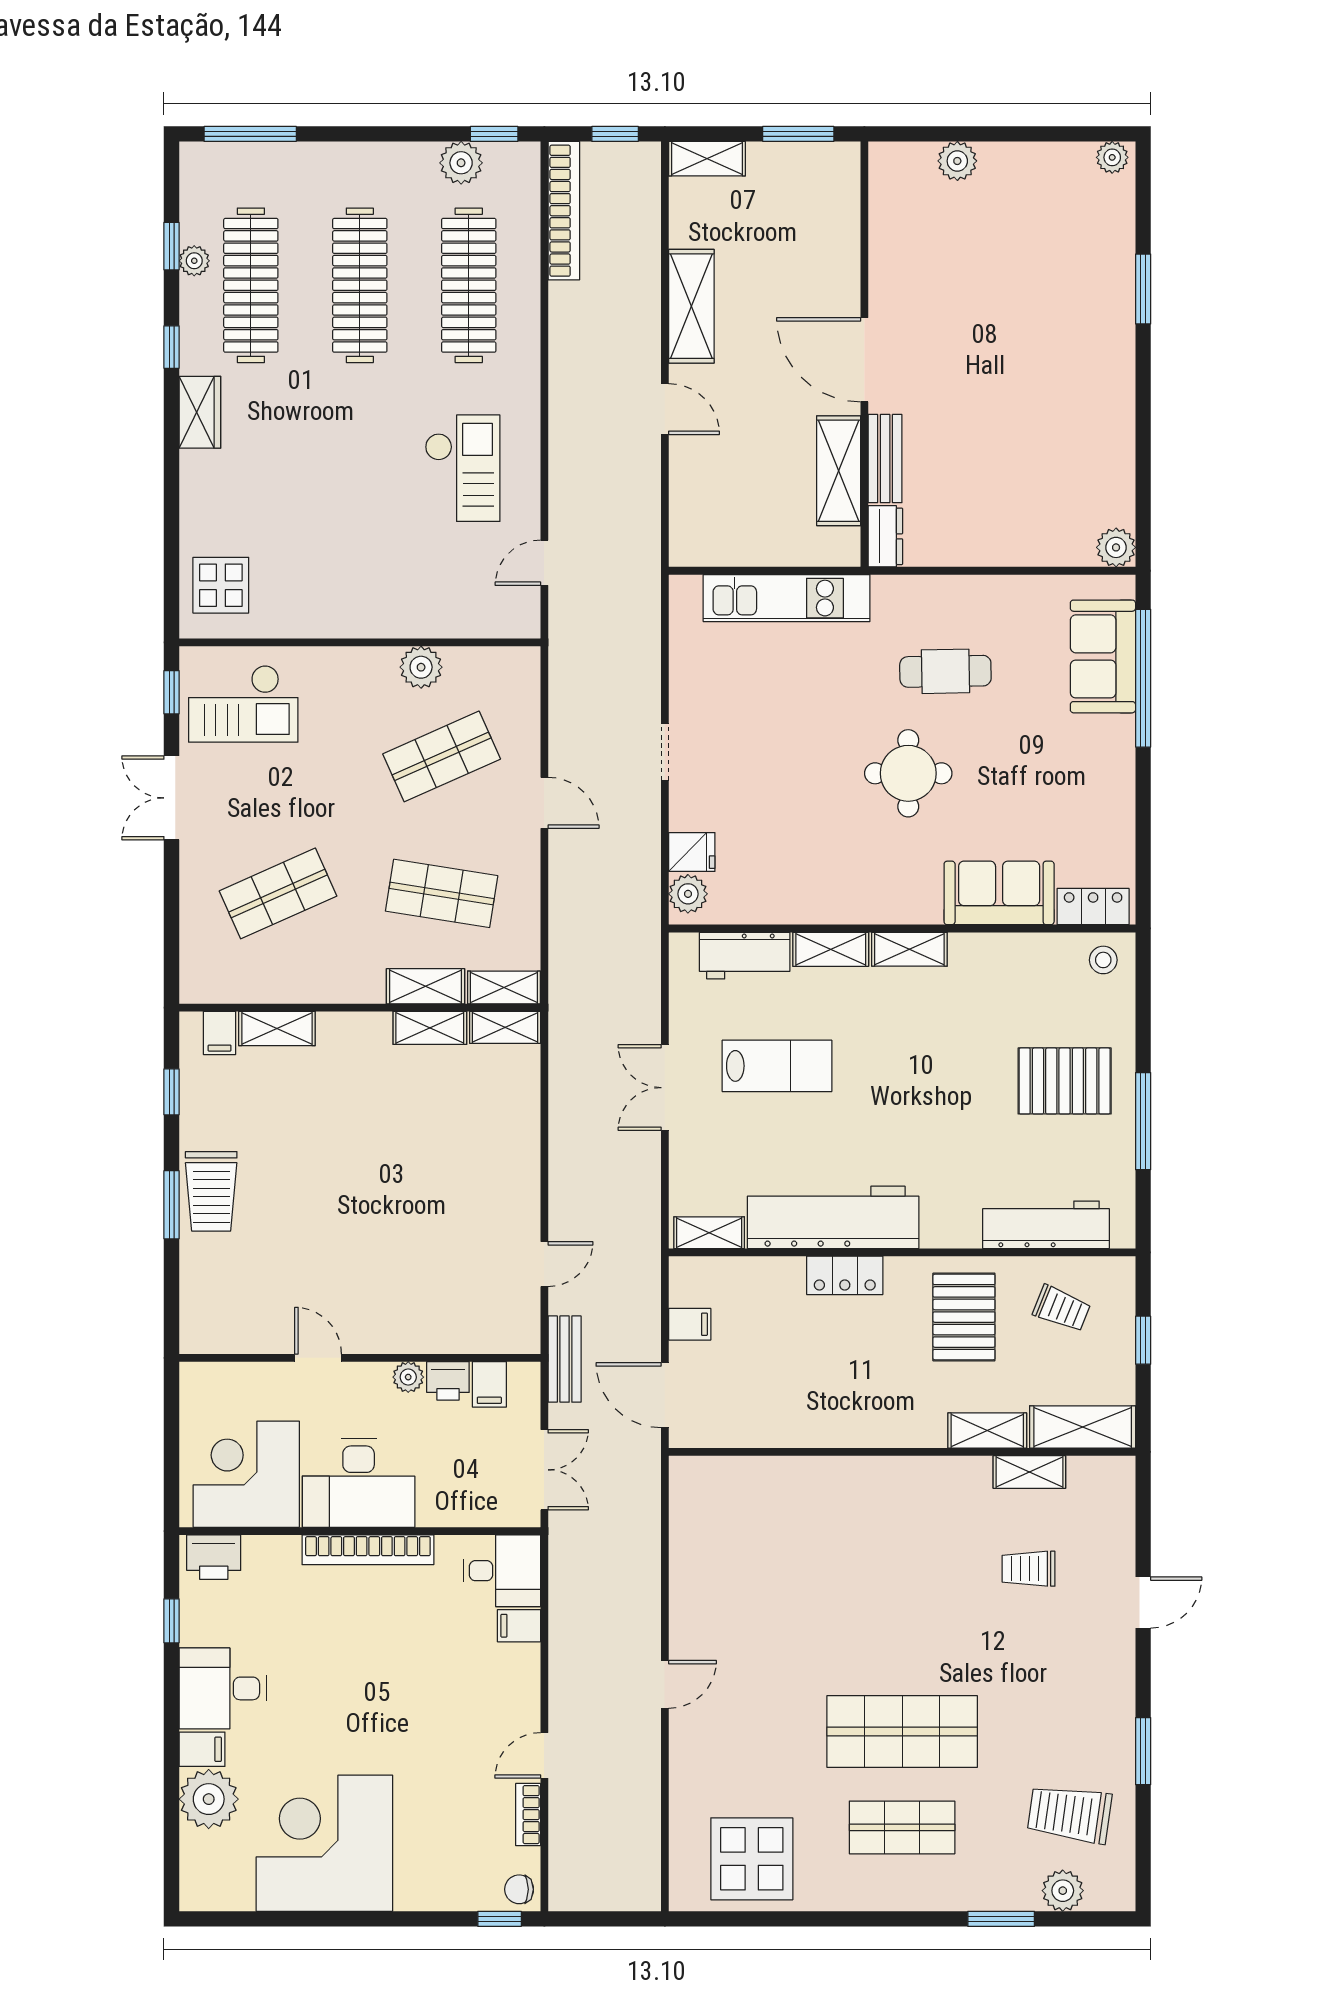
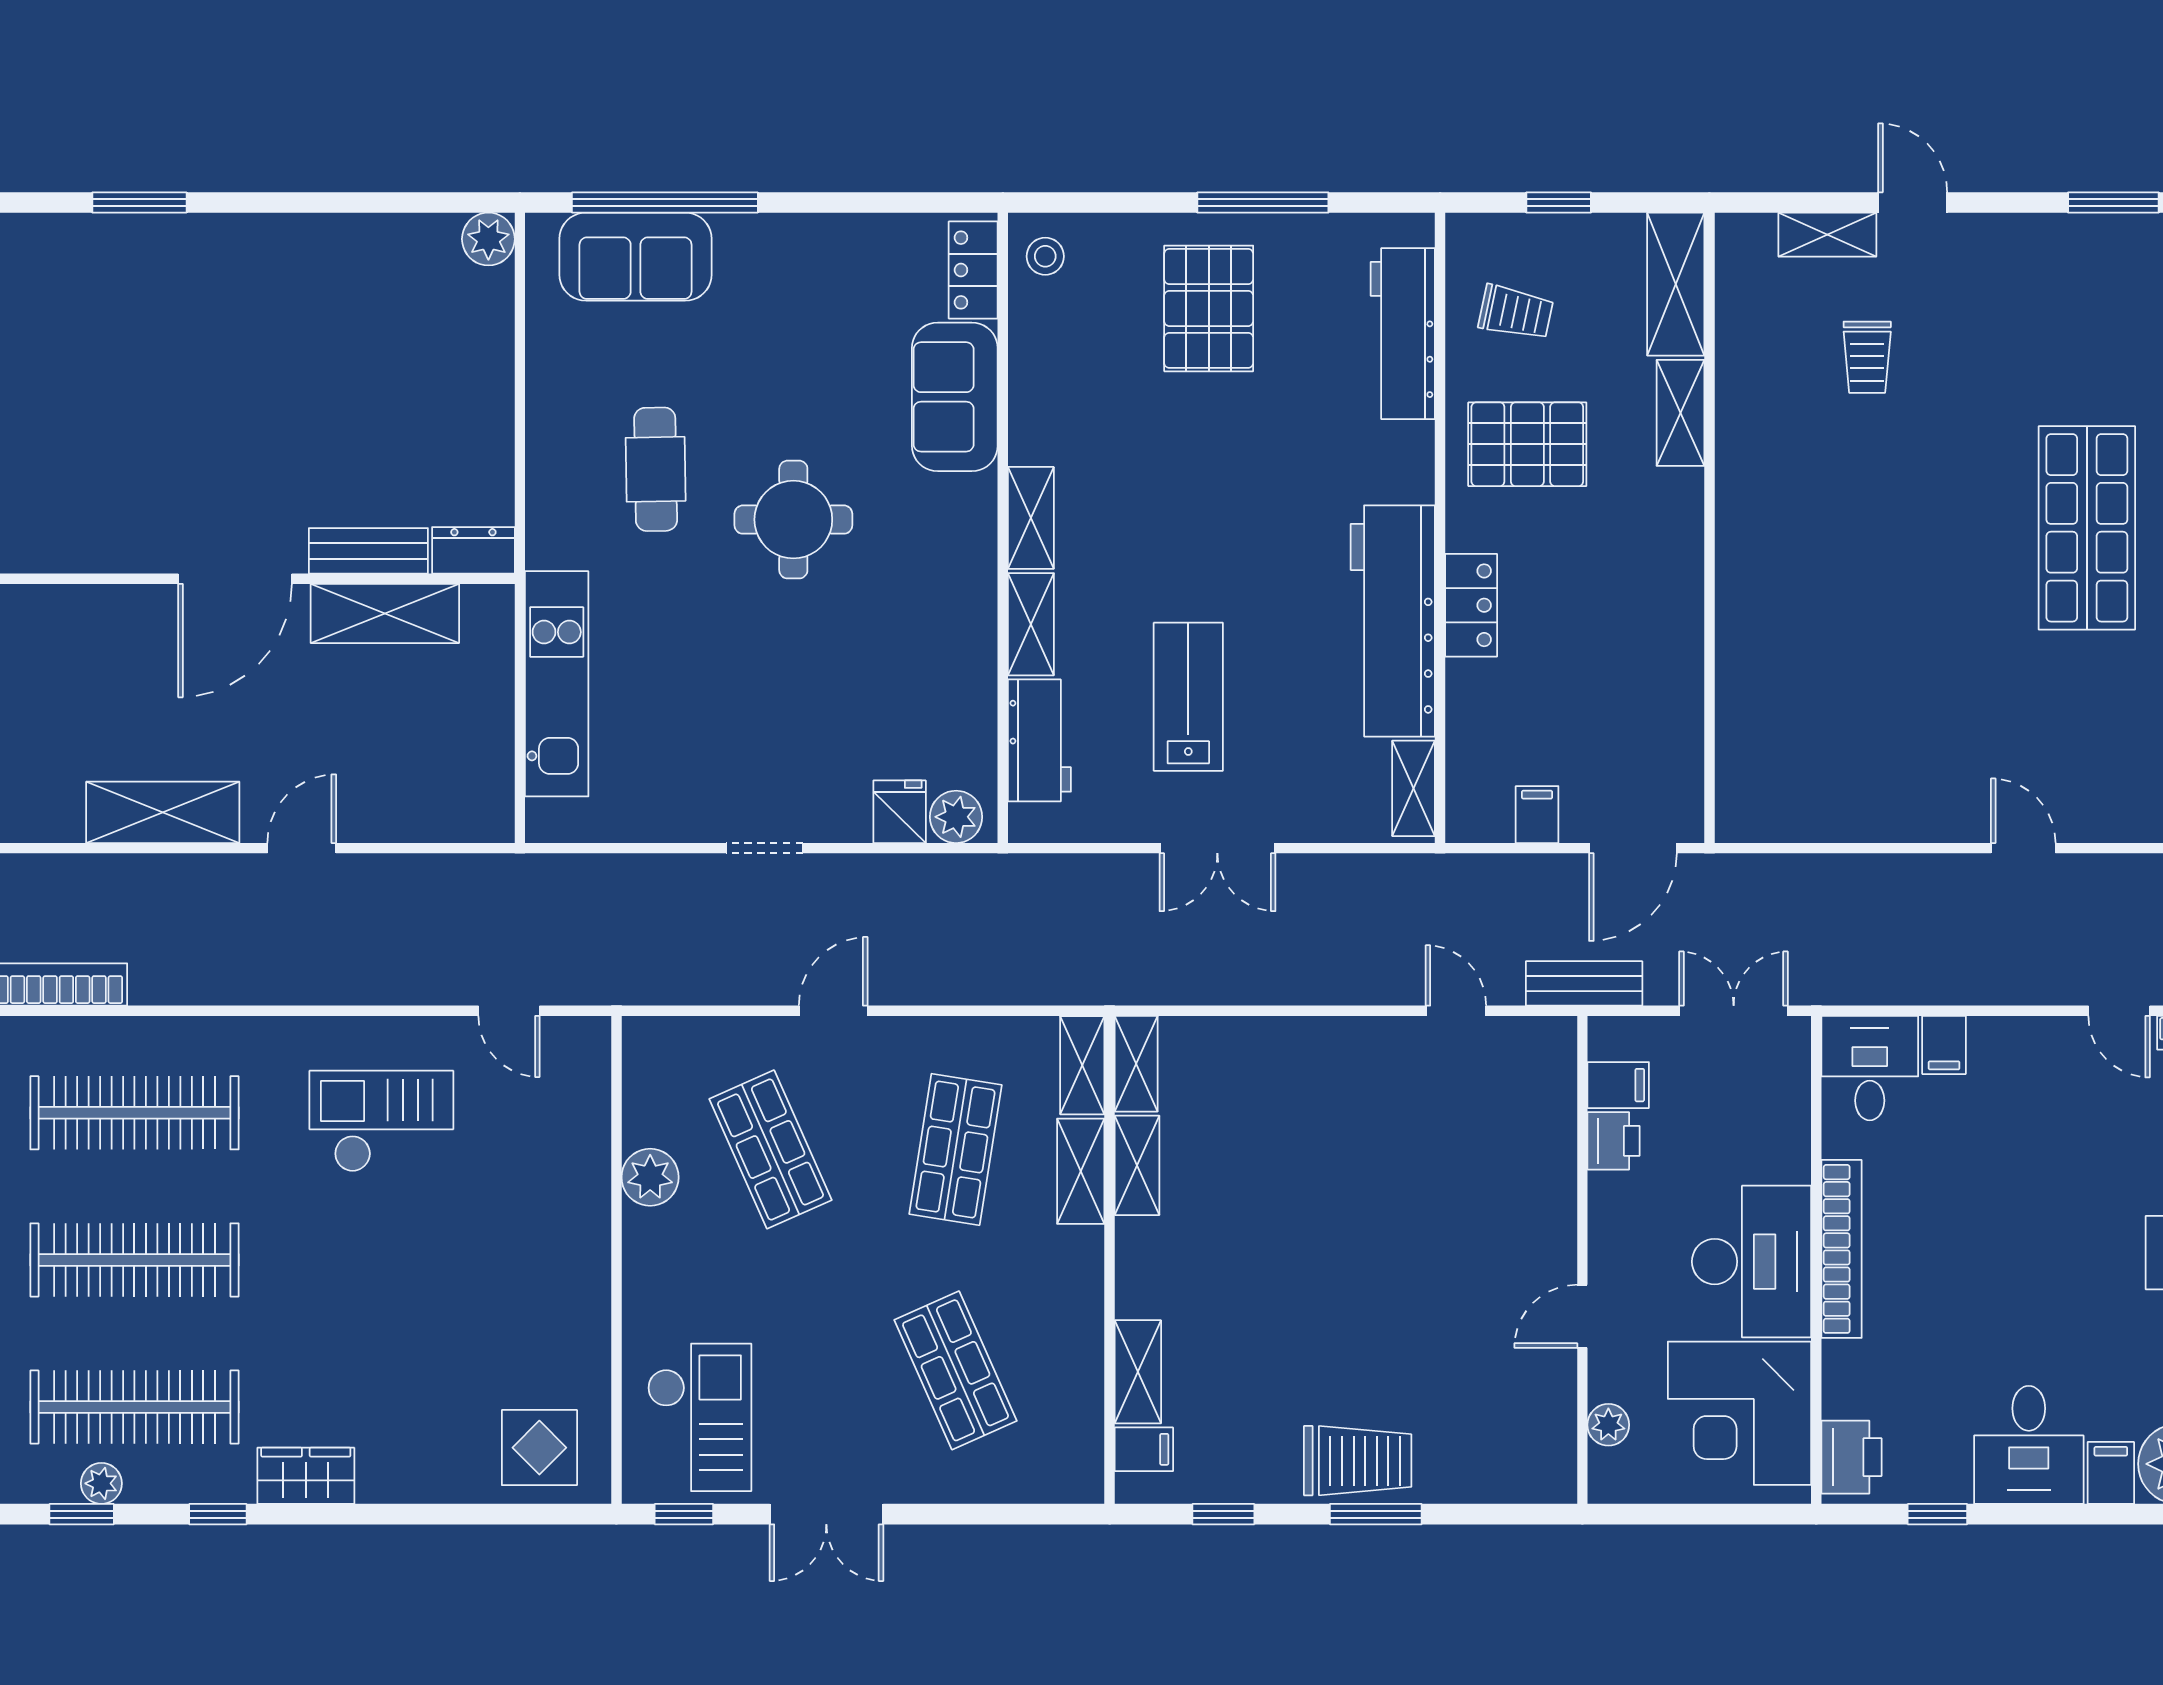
trolley: (1062, 1309) -> (1516, 312), turned 80
plant: (408, 1377) -> (1608, 1425), moved
shelving: (1029, 1472) -> (1827, 235), moved, turned 90

